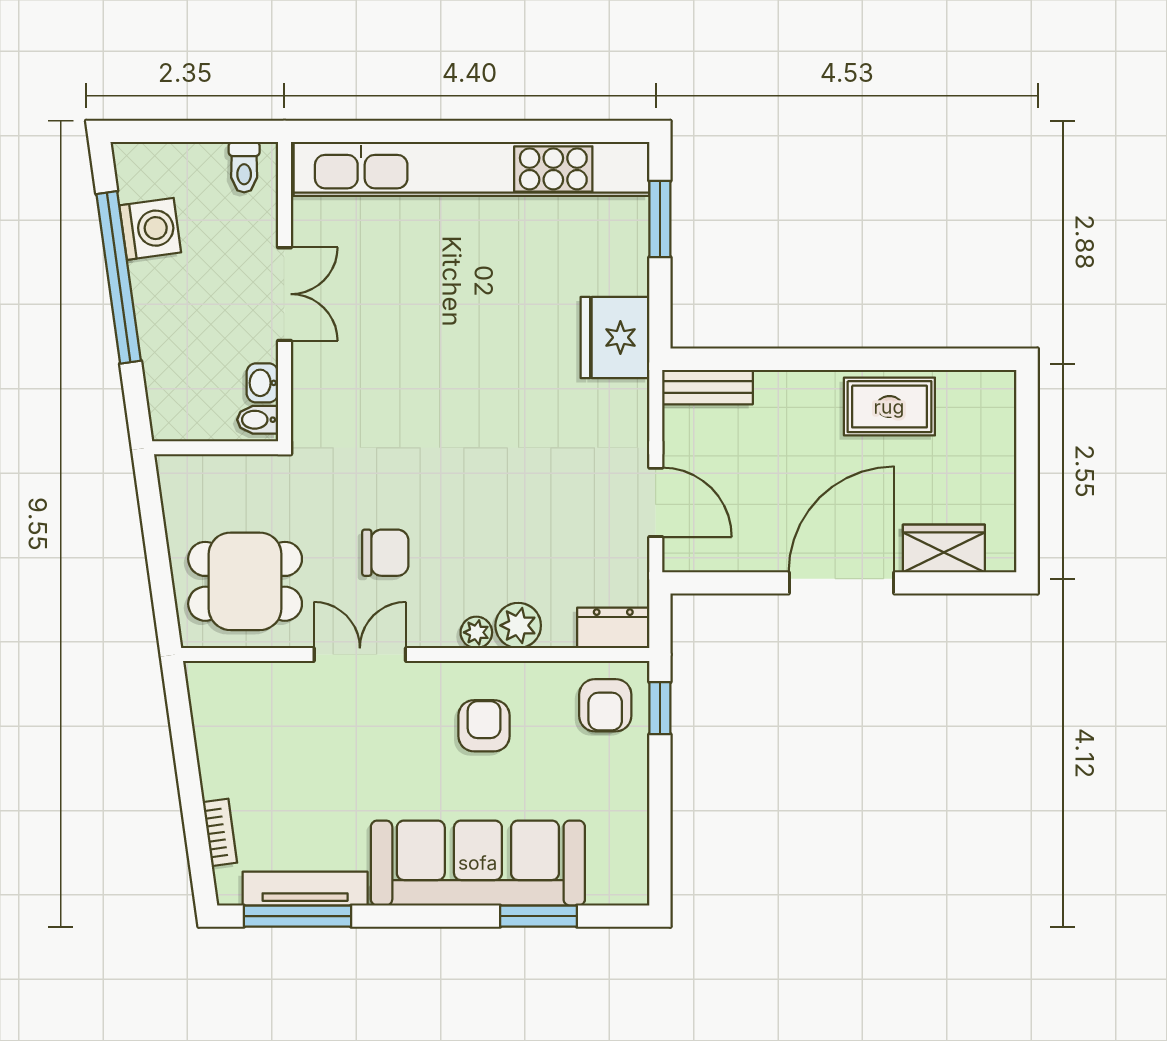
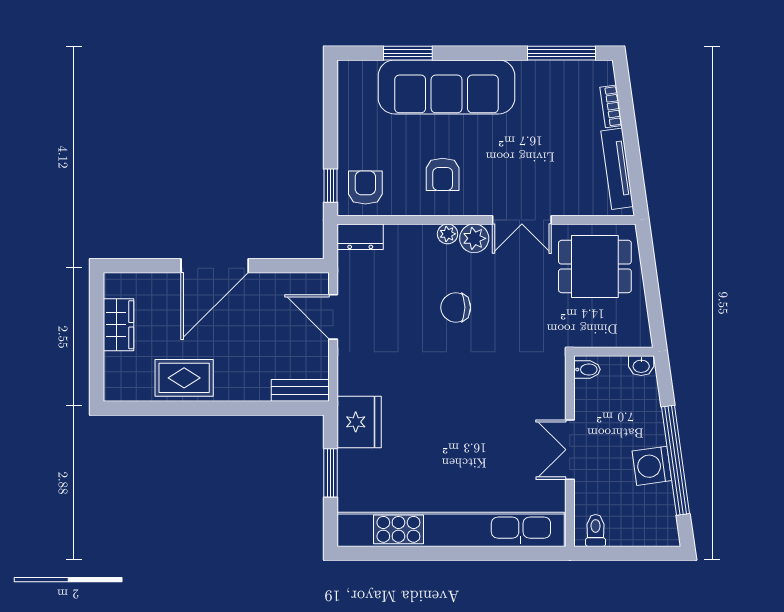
window: (660, 219) -> (330, 473), moved
washing machine: (150, 229) -> (652, 466), moved
washbasin: (262, 383) -> (641, 366), moved, turned 90
wardrobe: (944, 548) -> (118, 325), moved, turned -90
chair: (385, 553) -> (456, 307), moved
plant: (518, 625) -> (474, 238), moved
tv unit: (305, 889) -> (617, 169), moved, turned 82

